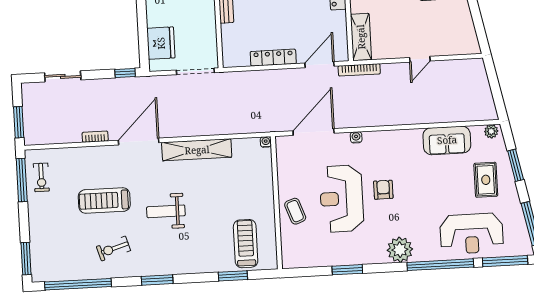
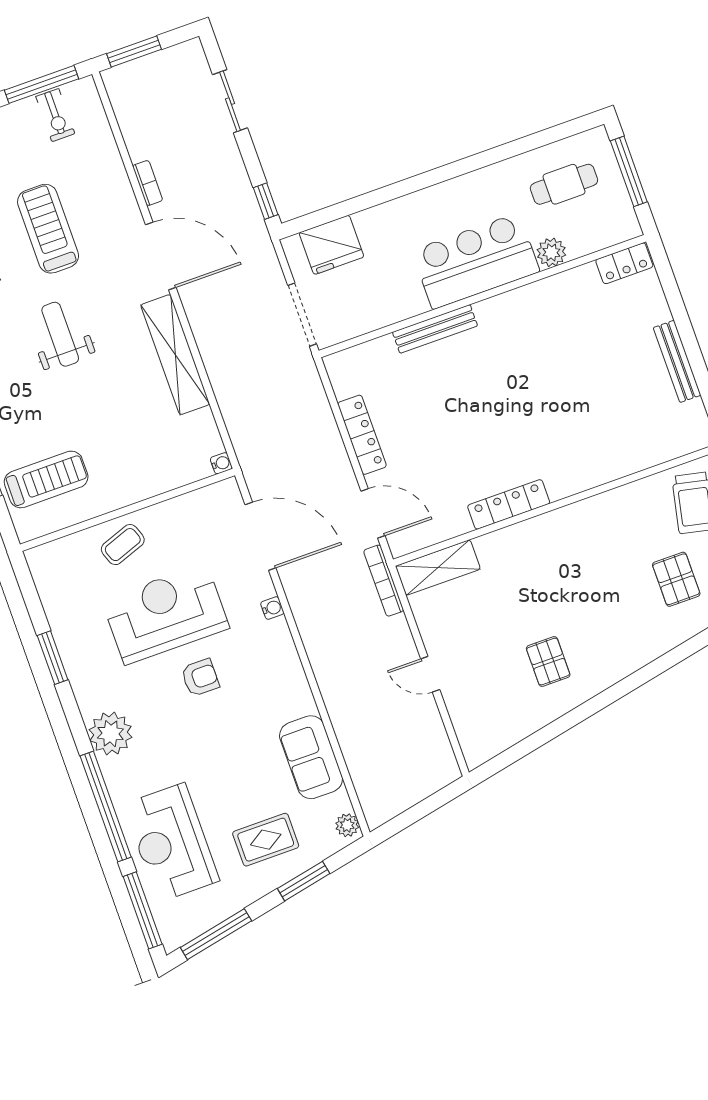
exercise bike: (41, 177) -> (55, 115), turned -90

